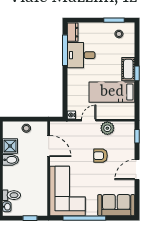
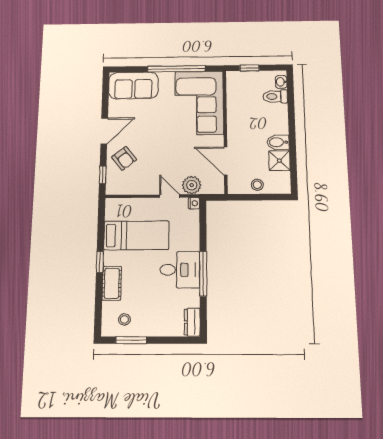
window: (65, 50) -> (203, 274), moved
desk: (81, 55) -> (180, 270), moved
cot: (128, 69) -> (112, 283), moved
door: (89, 120) -> (170, 196), swing flipped
plant: (107, 128) -> (192, 185), moved
armchair: (100, 156) -> (124, 158), moved, turned 52

